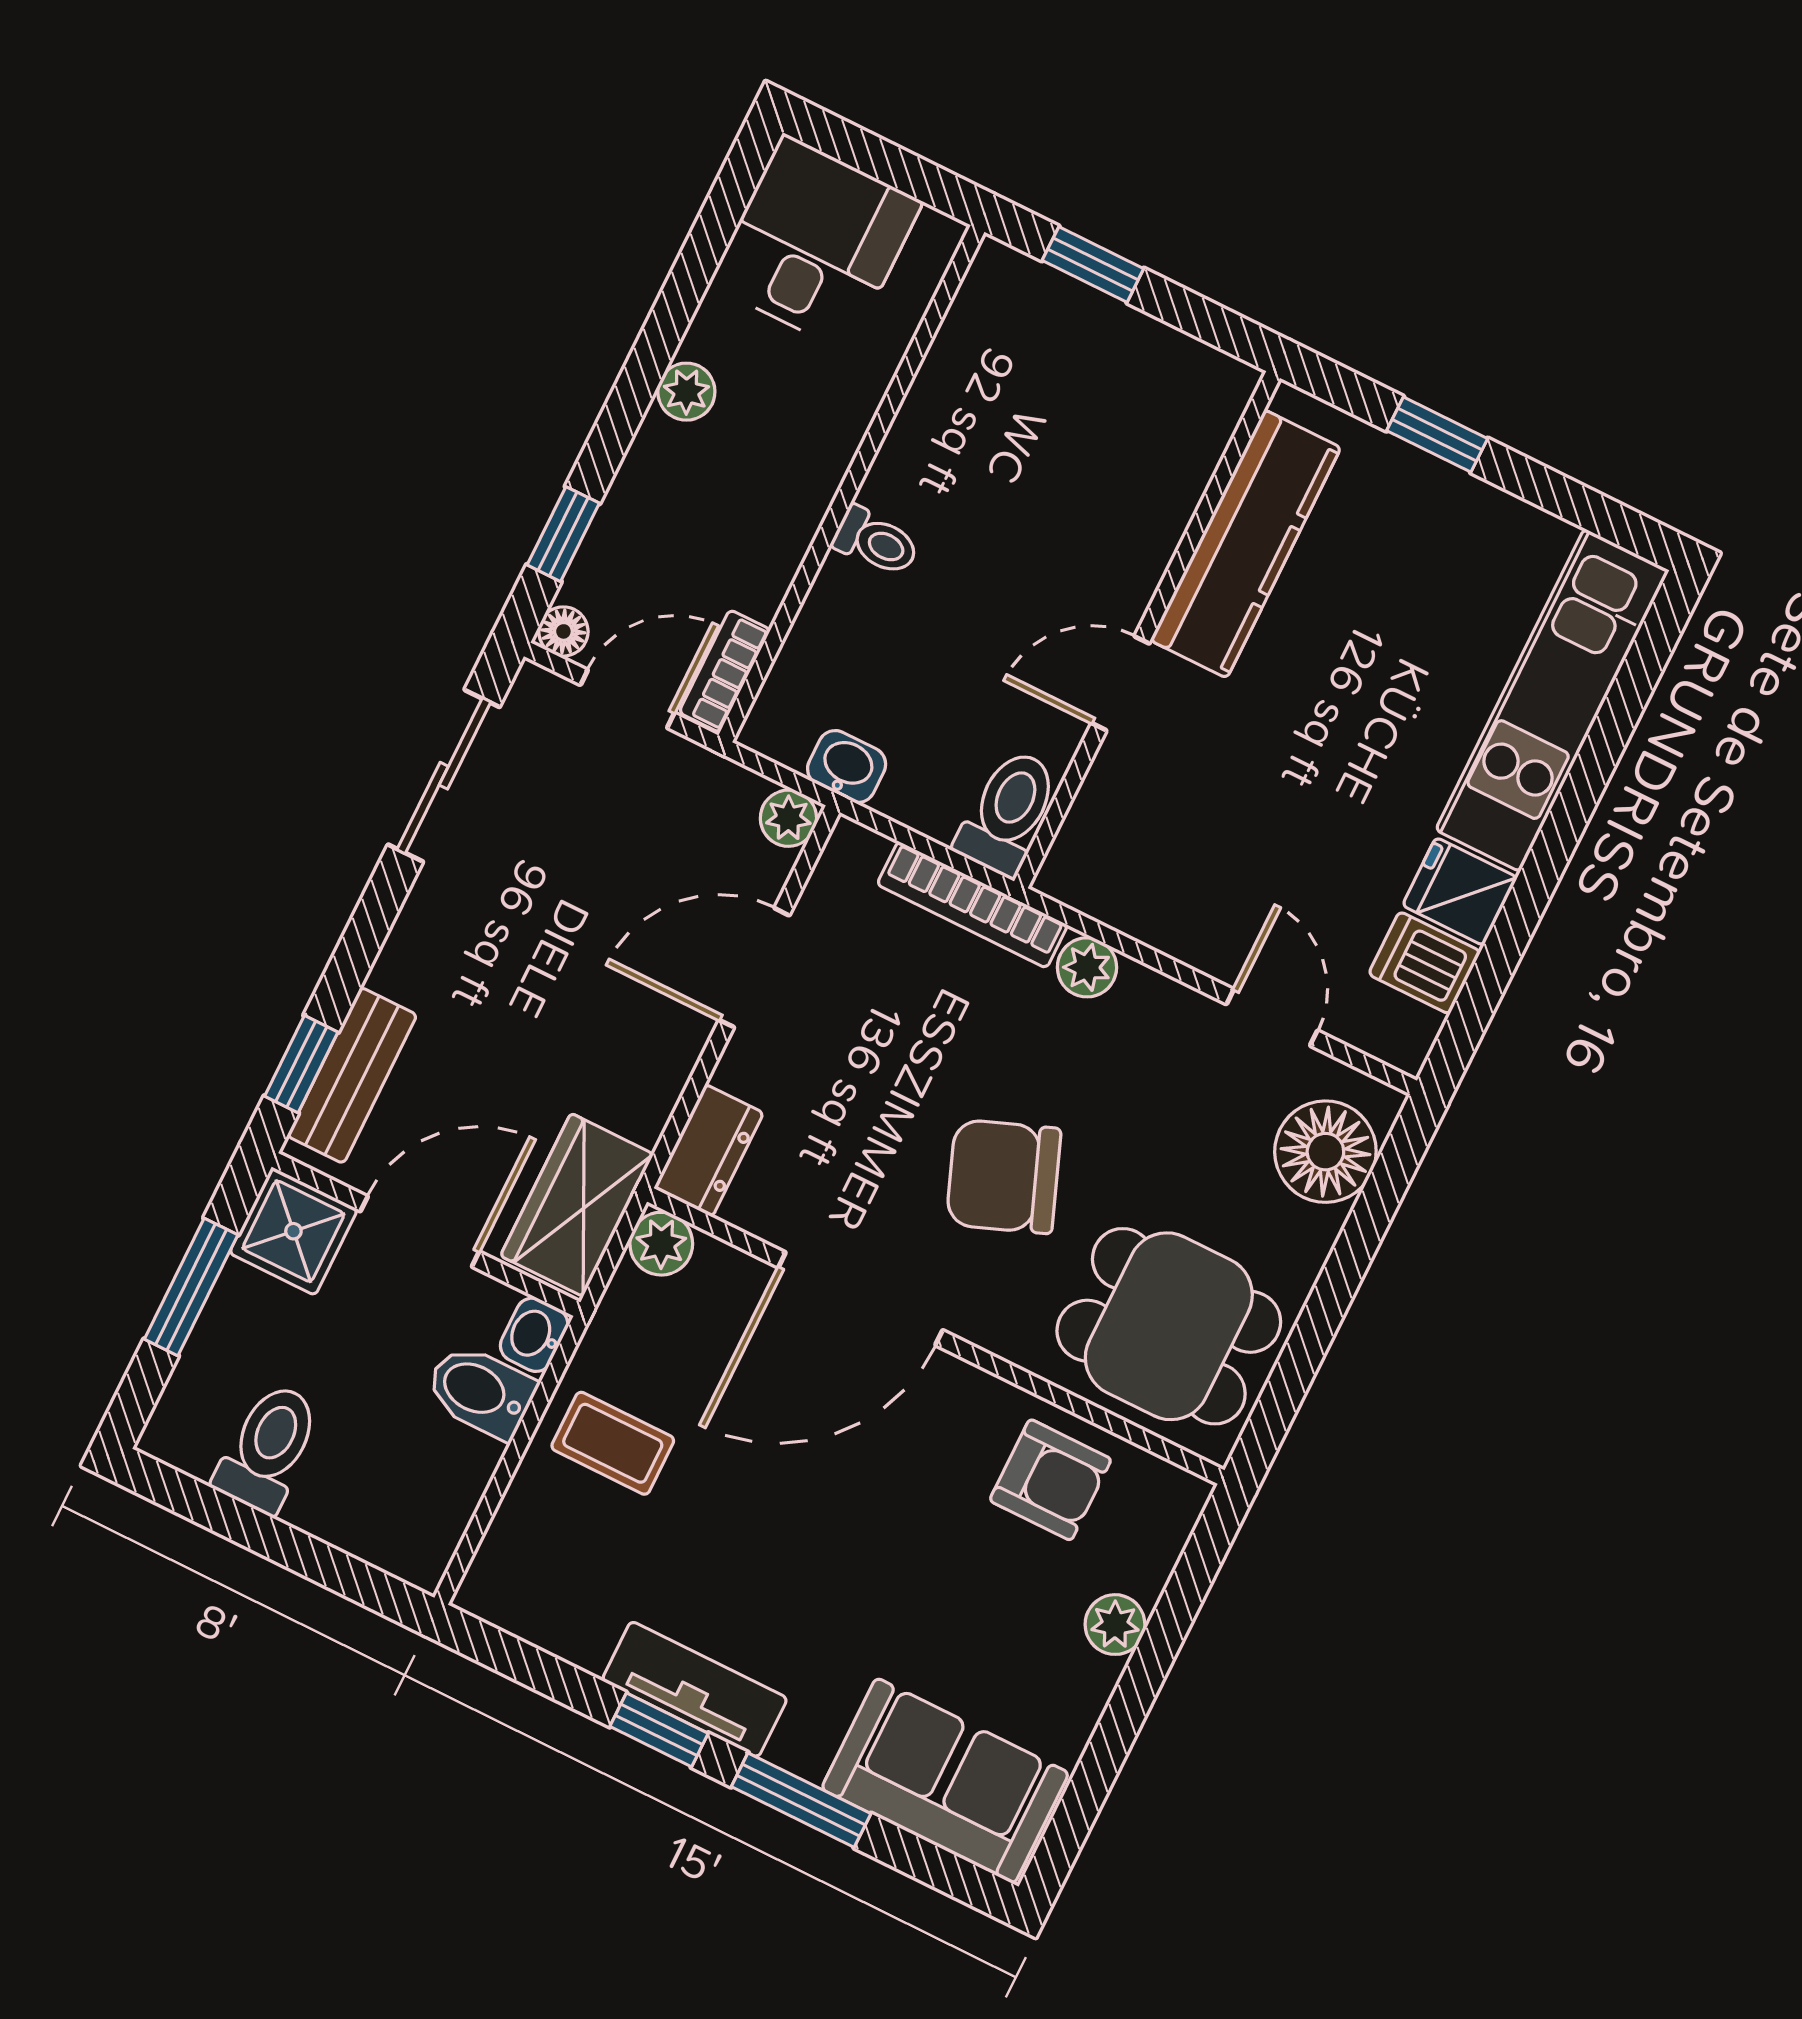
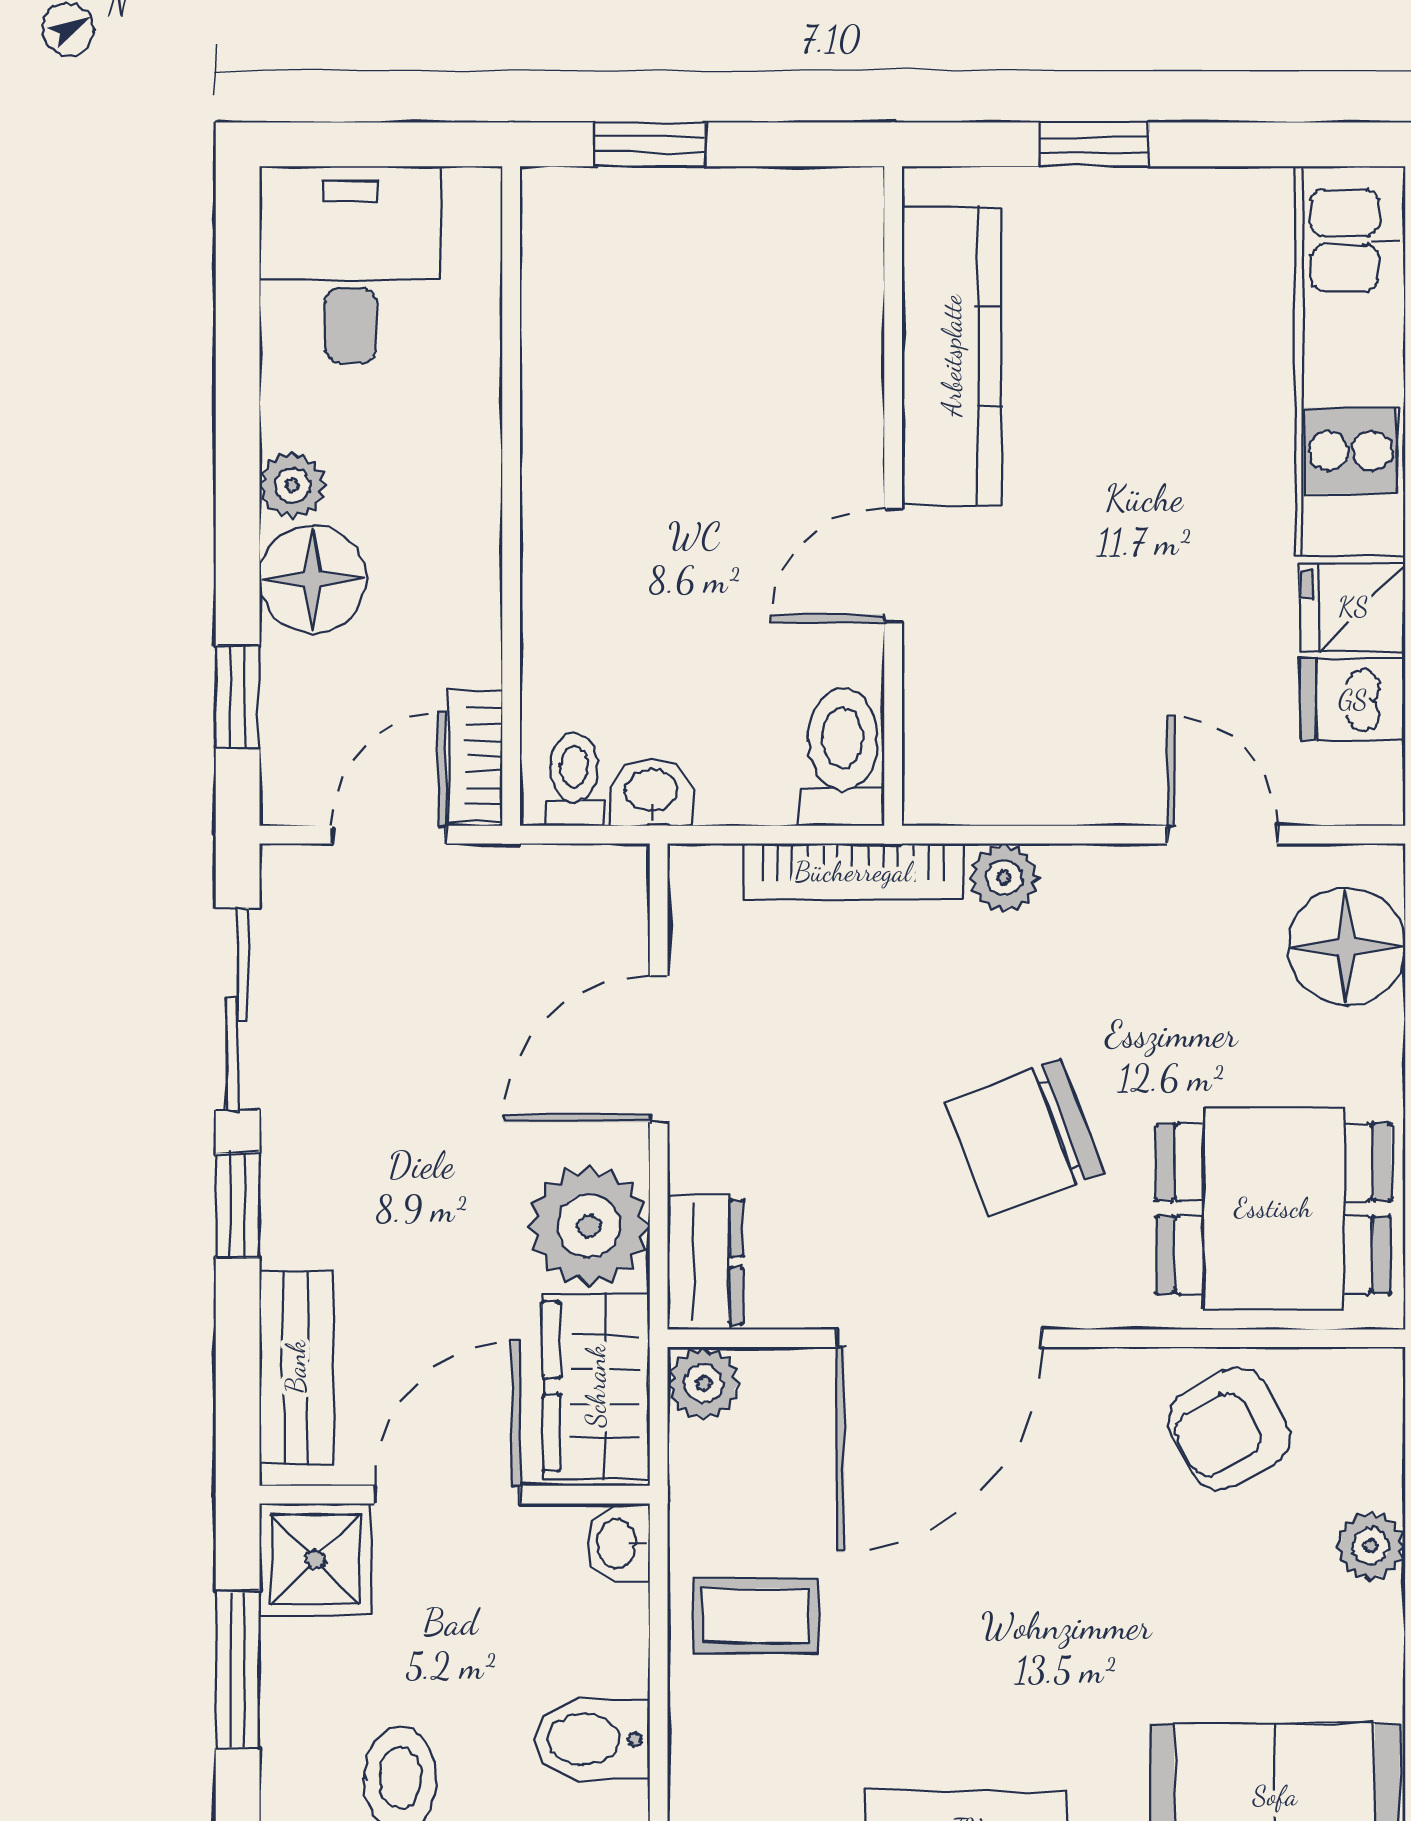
toilet: (876, 542) -> (574, 779), moved, turned -90
floor lamp: (563, 631) -> (313, 579), moved, width x1.89, depth x1.89
plant: (788, 818) -> (589, 1226), moved, width x1.88, depth x1.88
window: (301, 1064) -> (238, 1205), moved
bidet: (481, 1391) -> (592, 1739), moved
armchair: (1050, 1480) -> (1229, 1429), turned 152

